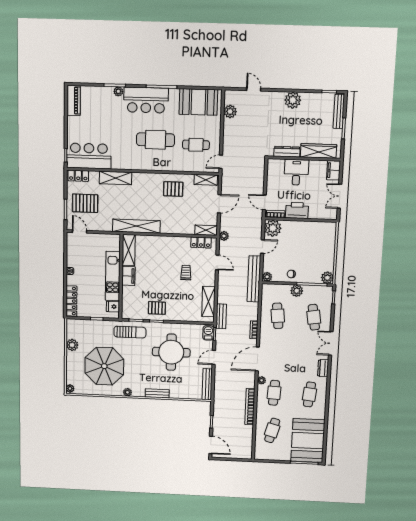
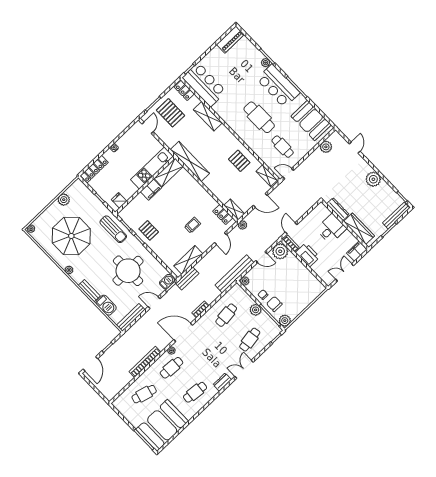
chair: (307, 273) -> (274, 304), added
kitchen unit: (113, 276) -> (152, 168), moved
barbecue: (180, 392) -> (106, 305), added

